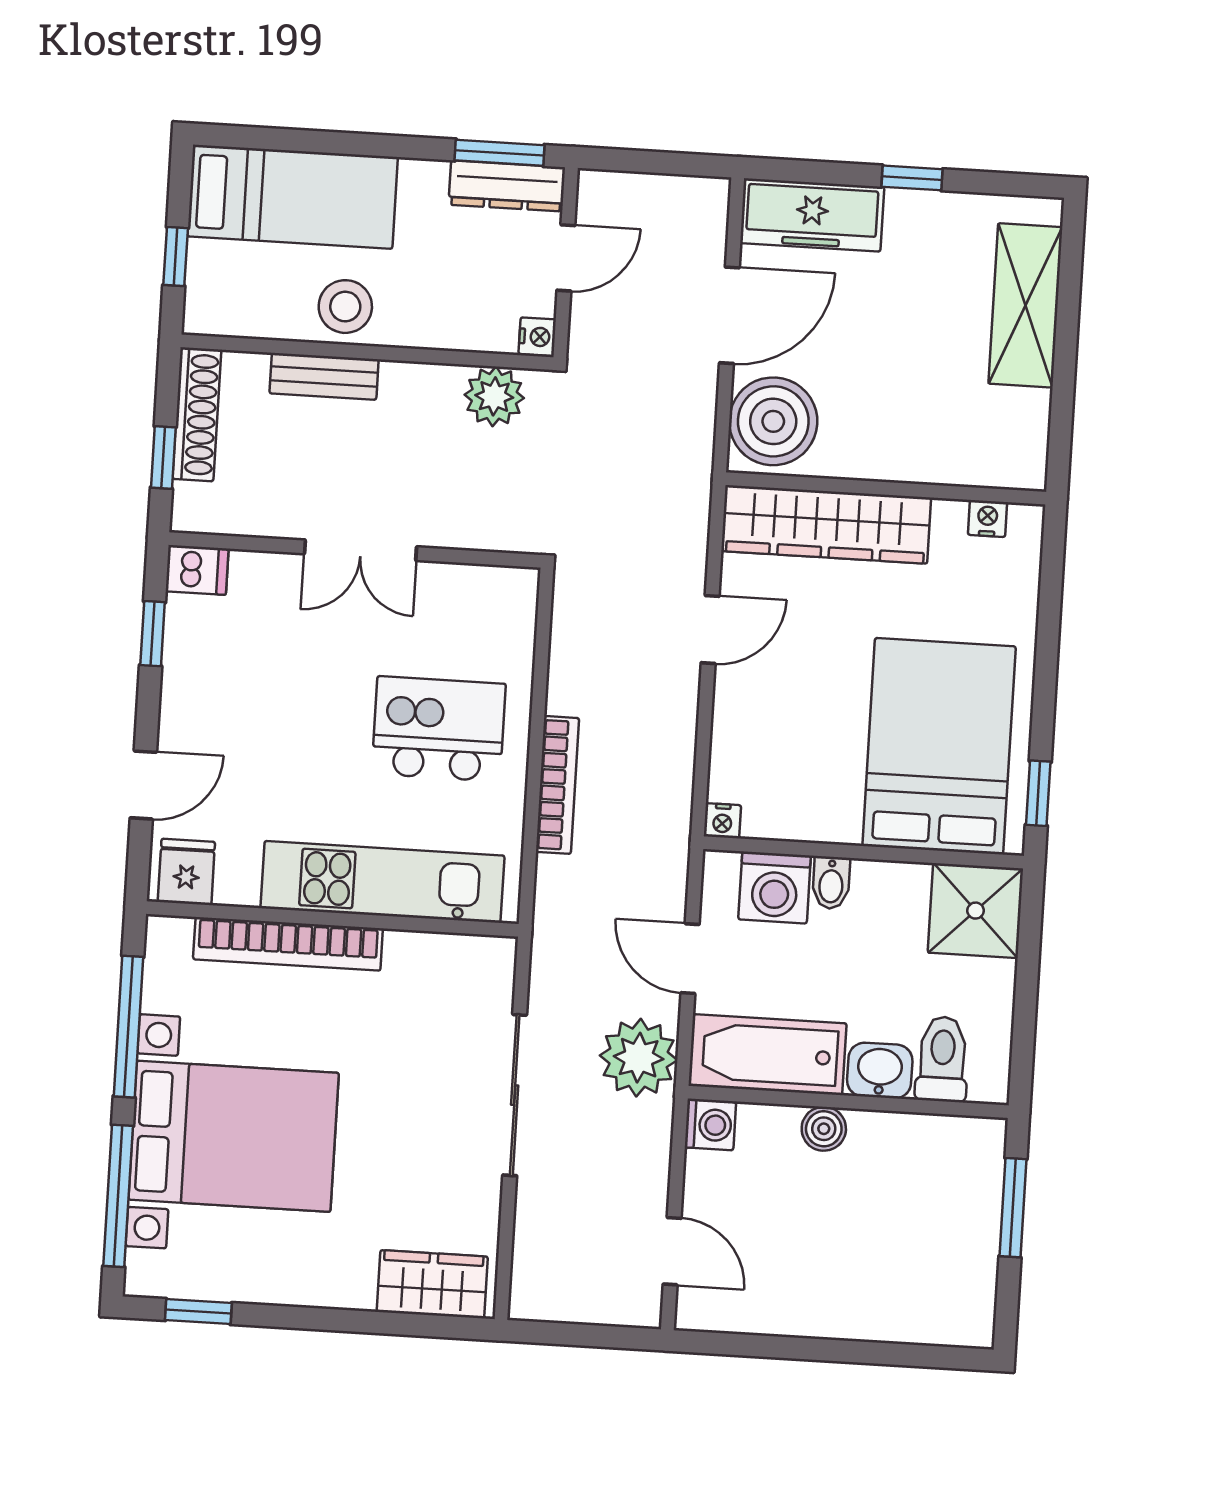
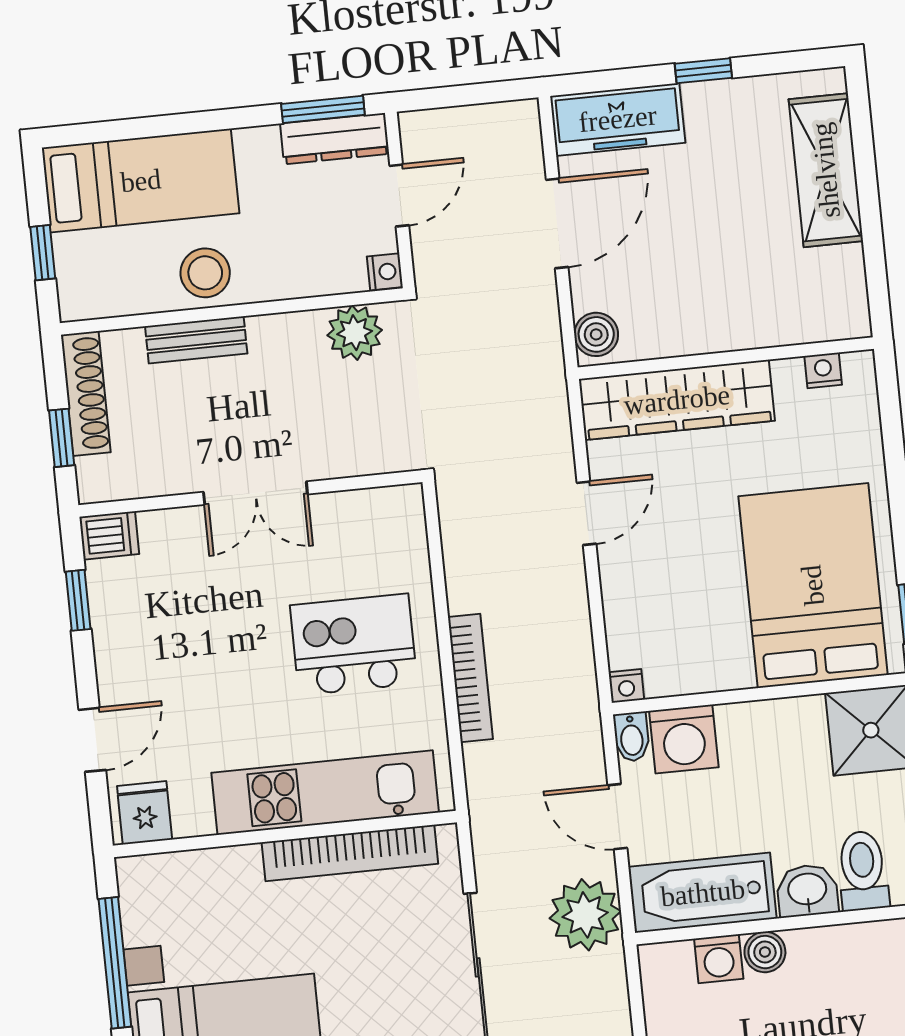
boiler: (773, 421) -> (596, 334), width x0.54, depth x0.54
bidet: (831, 883) -> (632, 737), moved
bookcase: (288, 944) -> (350, 853), moved
washing machine: (710, 1125) -> (719, 959), moved, turned 90

